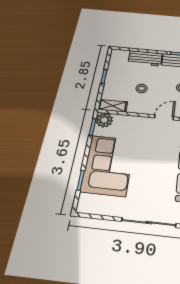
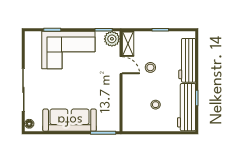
workbench: (145, 58) -> (187, 60), width x1.38
door: (164, 117) -> (121, 65), moved

